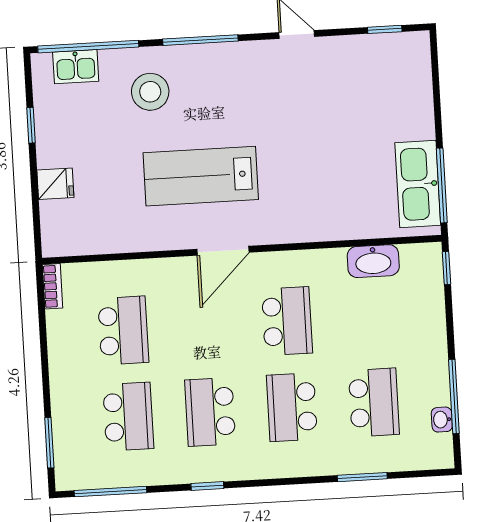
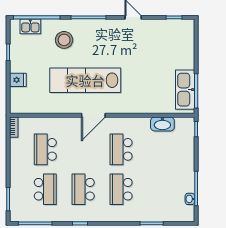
lab bench: (201, 176) -> (85, 80), width x1.36
school desk: (287, 321) -> (121, 149), turned 180
school desk: (123, 330) -> (45, 149), turned 180
school desk: (374, 402) -> (159, 189), removed

